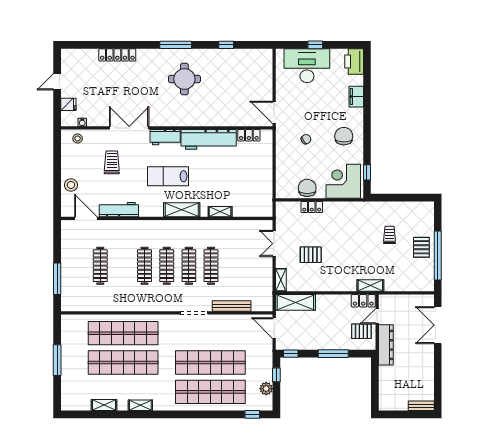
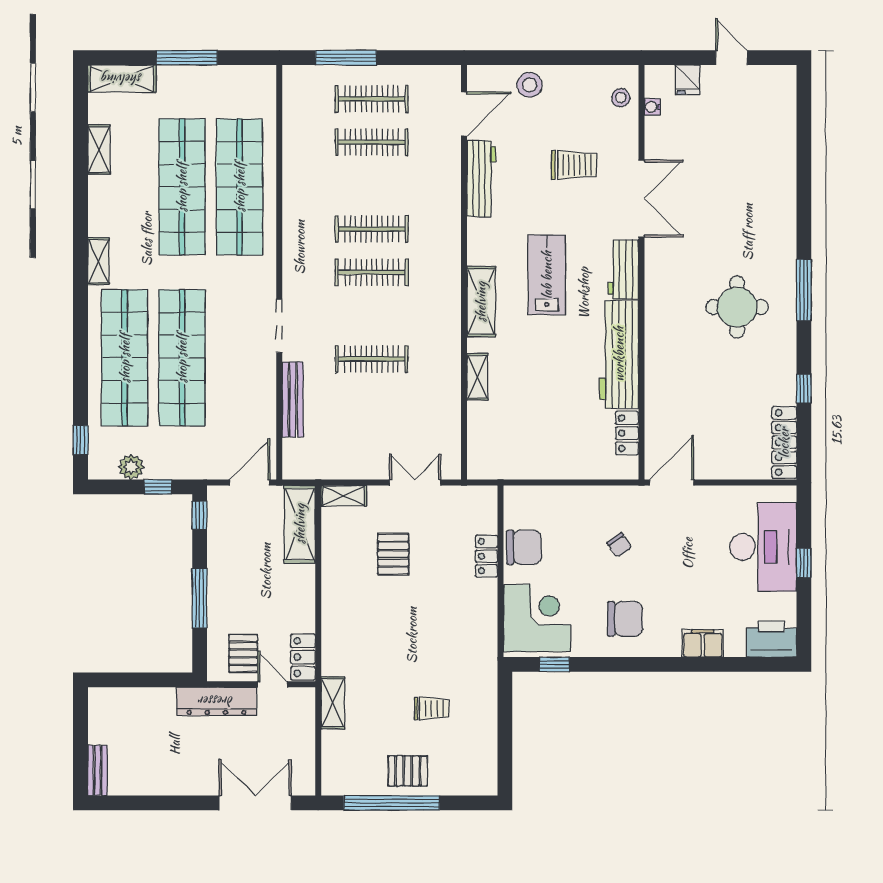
locker: (117, 55) -> (784, 443), moved
clothes rail: (189, 266) -> (372, 99), moved
shelving: (370, 286) -> (333, 703), moved
shelving: (68, 393) -> (122, 79), added
shelving: (140, 405) -> (98, 261), moved

